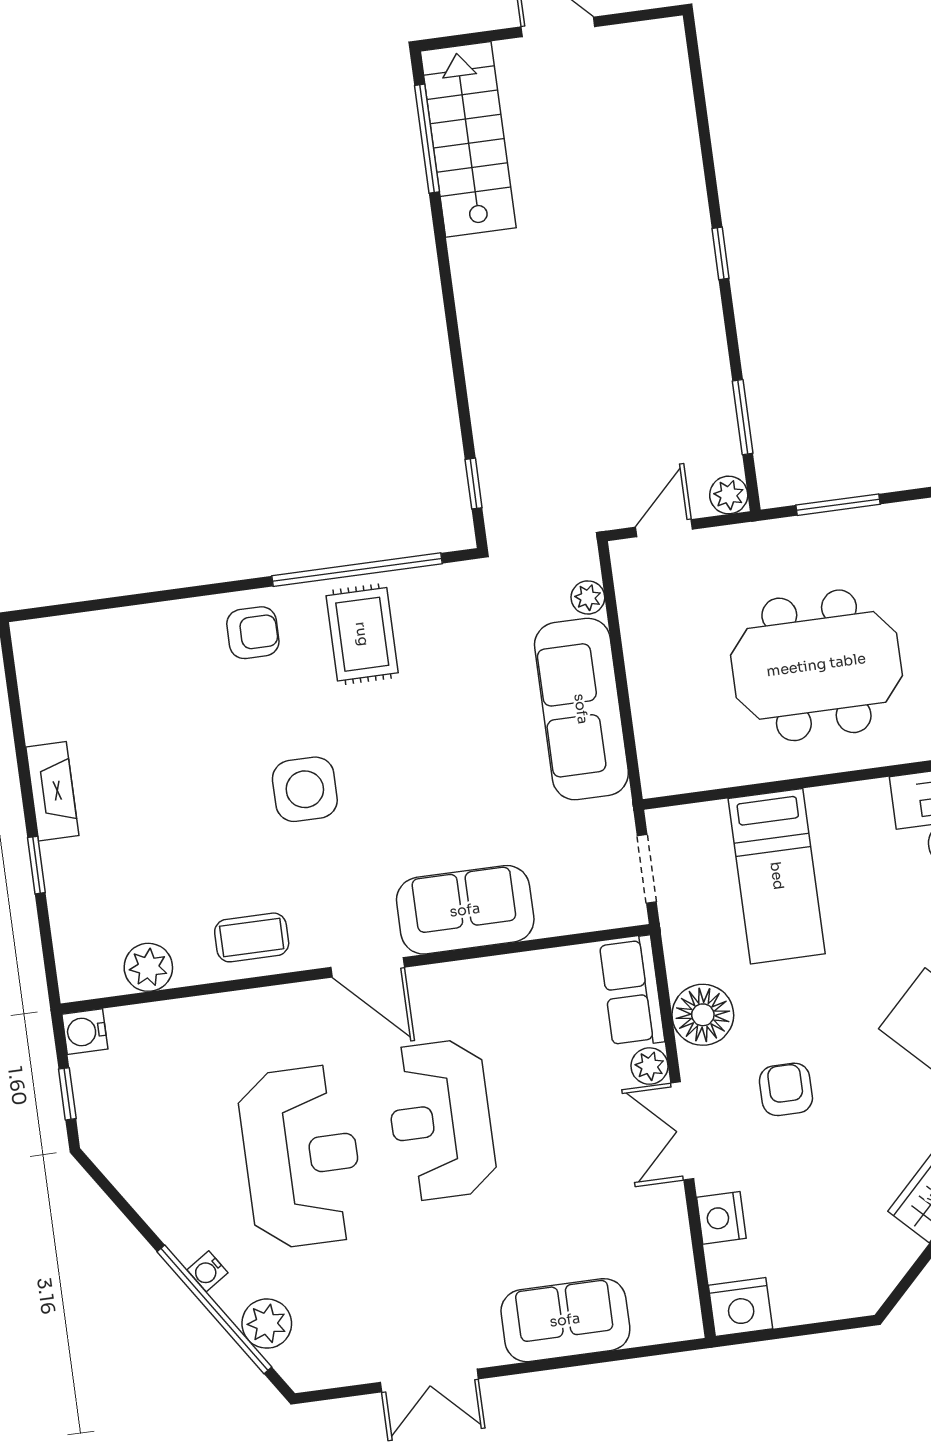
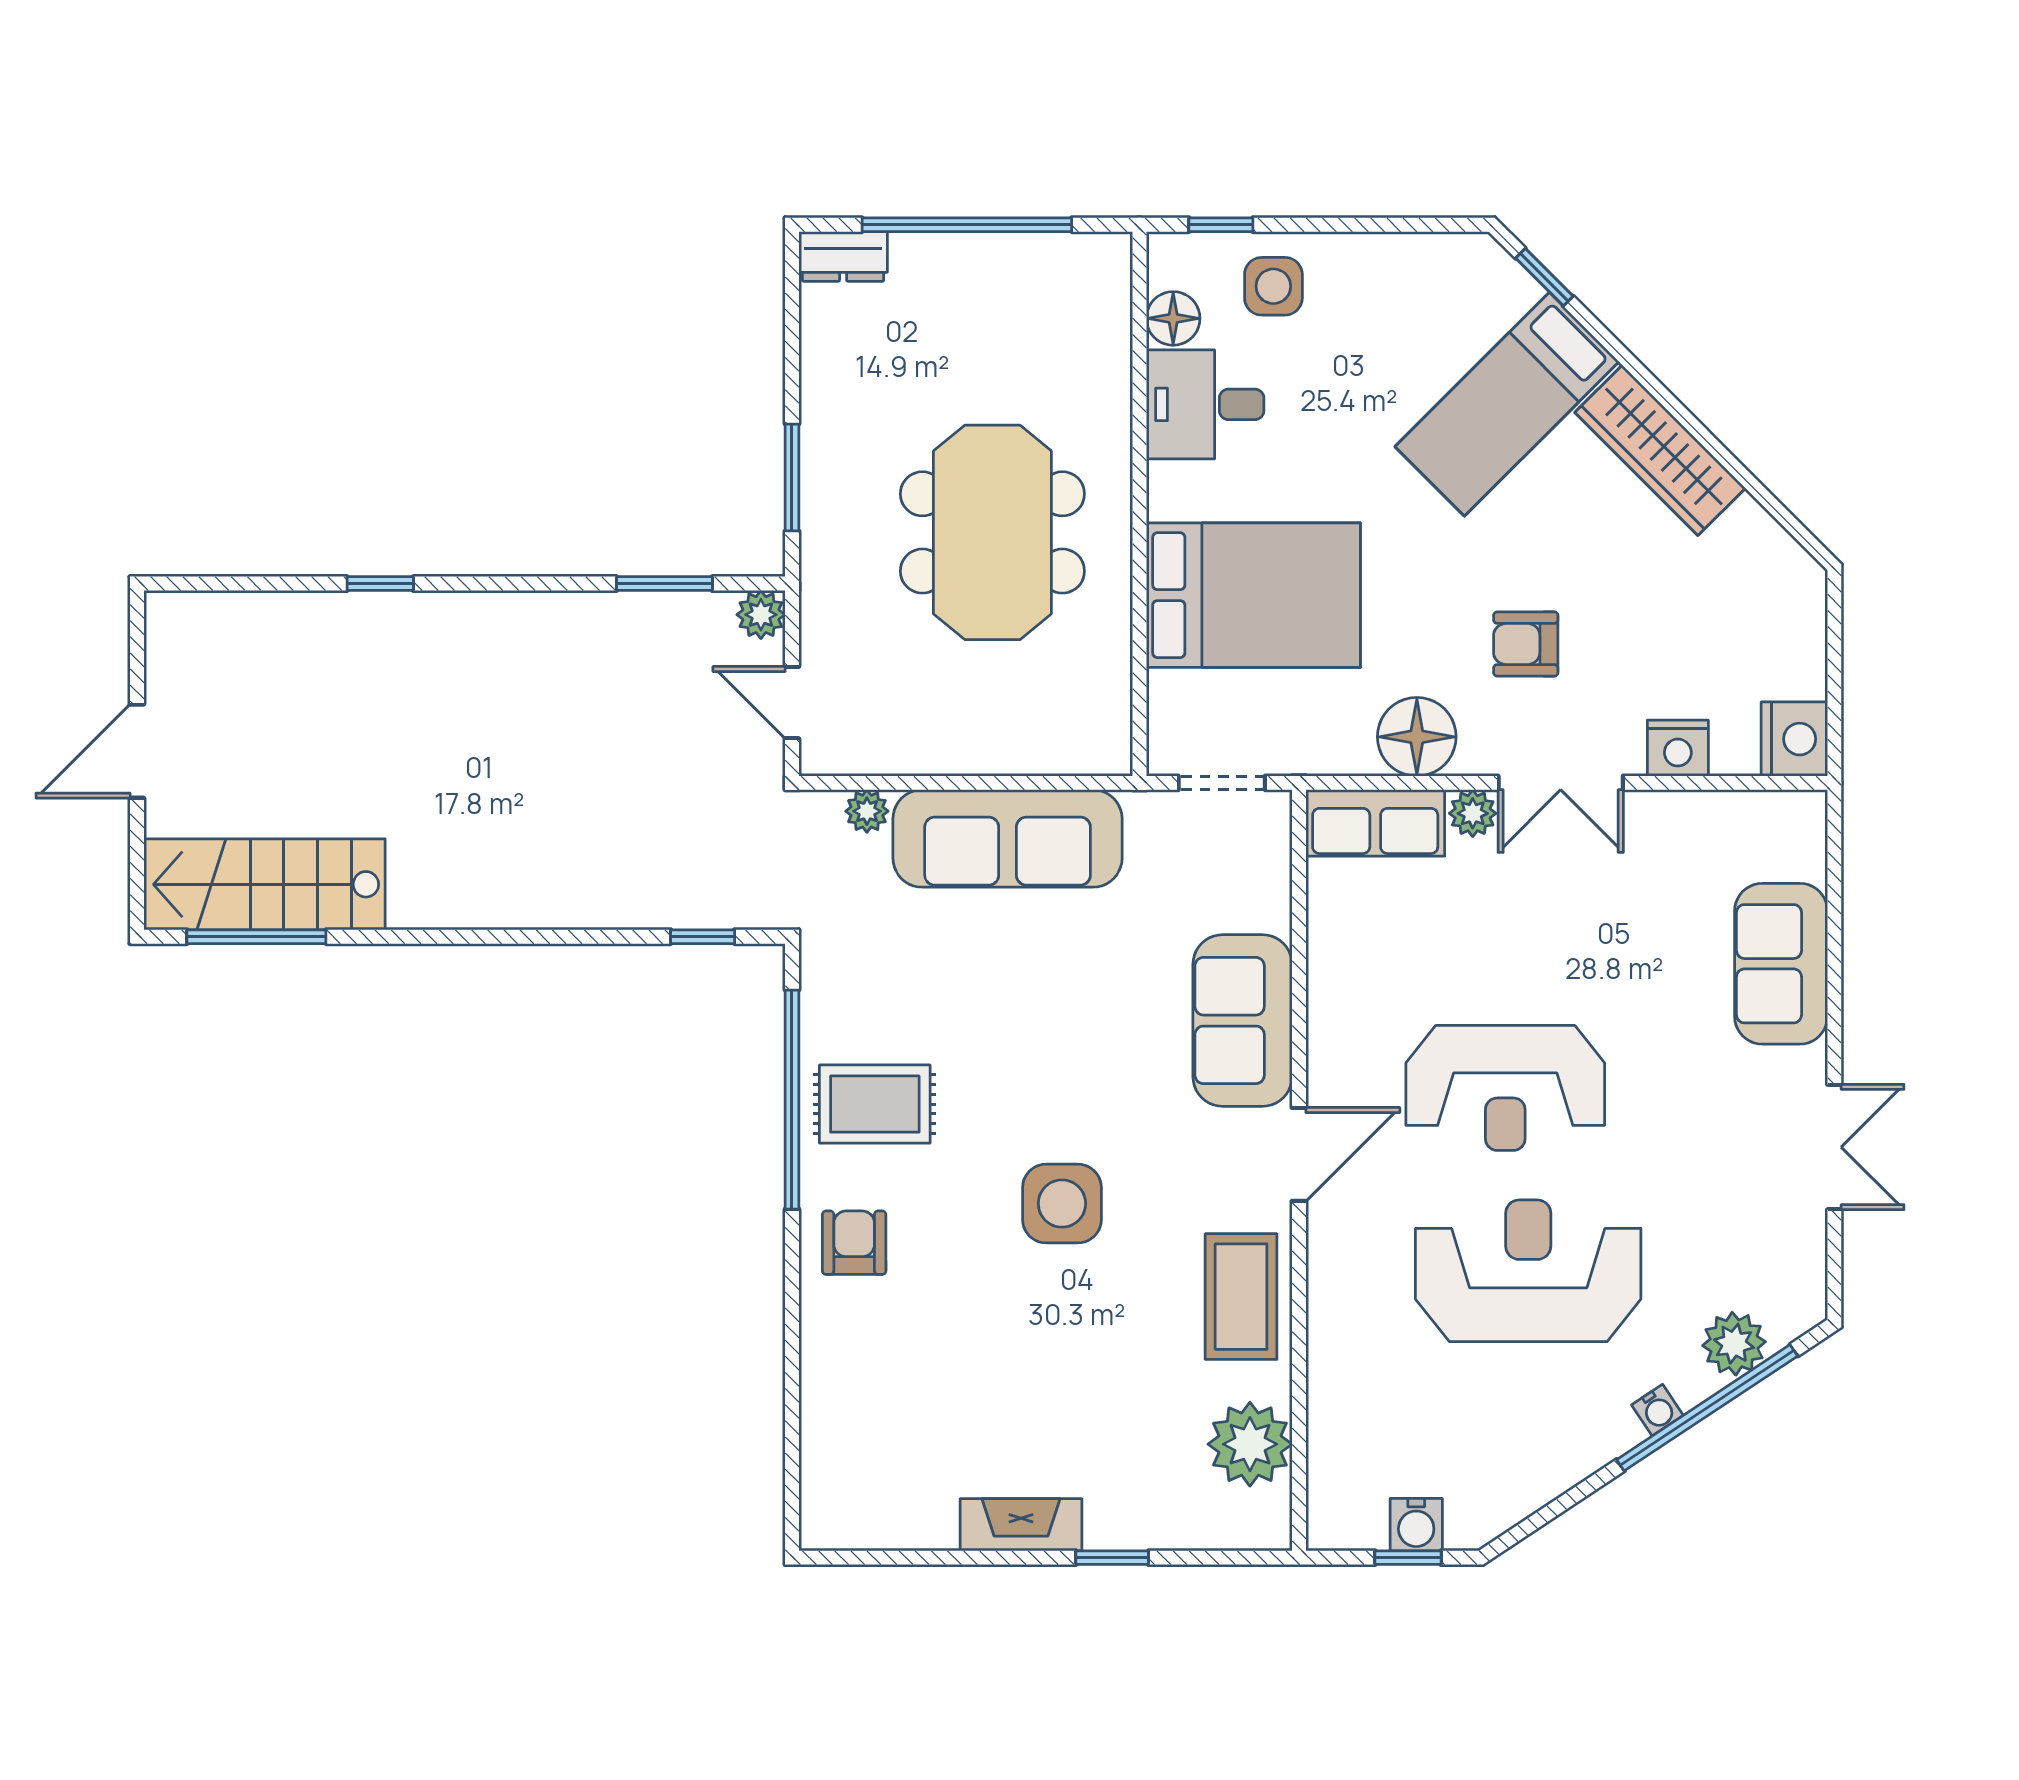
window: (721, 253) -> (380, 584), moved
bed: (777, 876) -> (1253, 595), width x1.50
coffee table: (252, 937) -> (1241, 1297), width x1.36, depth x1.30
plant: (148, 967) -> (1250, 1444), width x1.36, depth x1.36
water cooler: (85, 1032) -> (1416, 1525), moved

